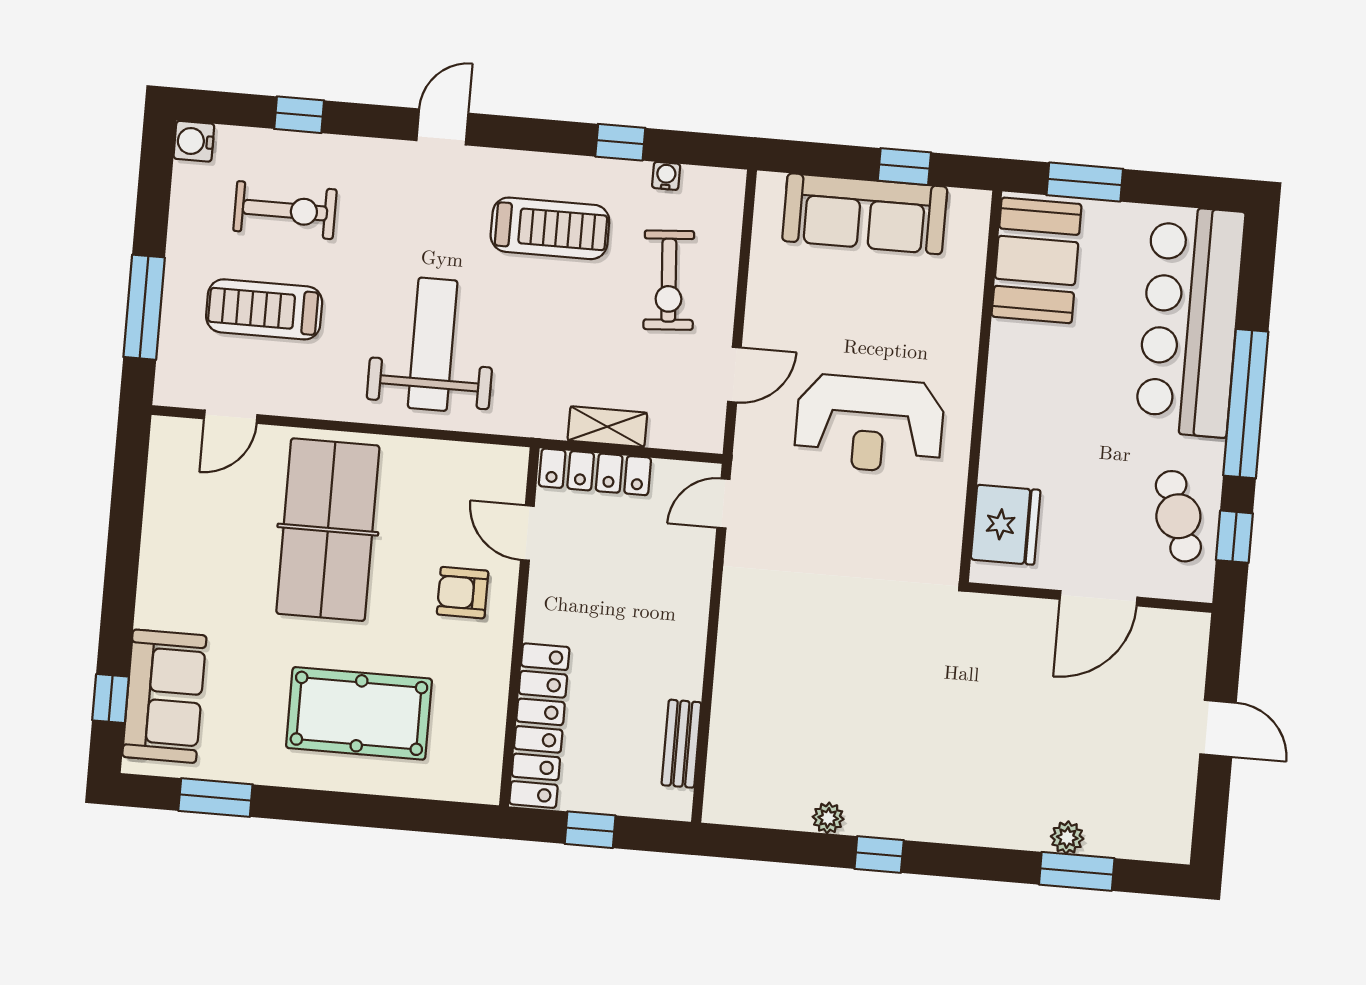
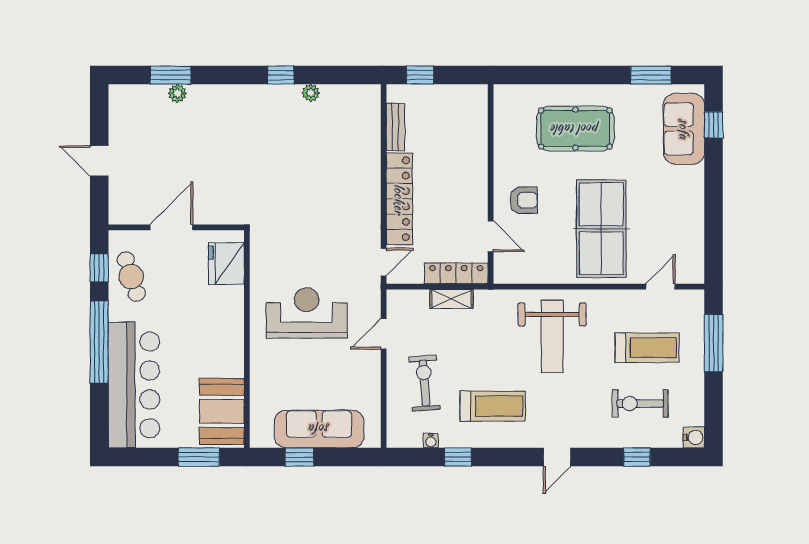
treadmill: (550, 228) -> (493, 406), turned 180
locker: (539, 726) -> (399, 199), moved, turned 180
window: (590, 830) -> (420, 75), moved

